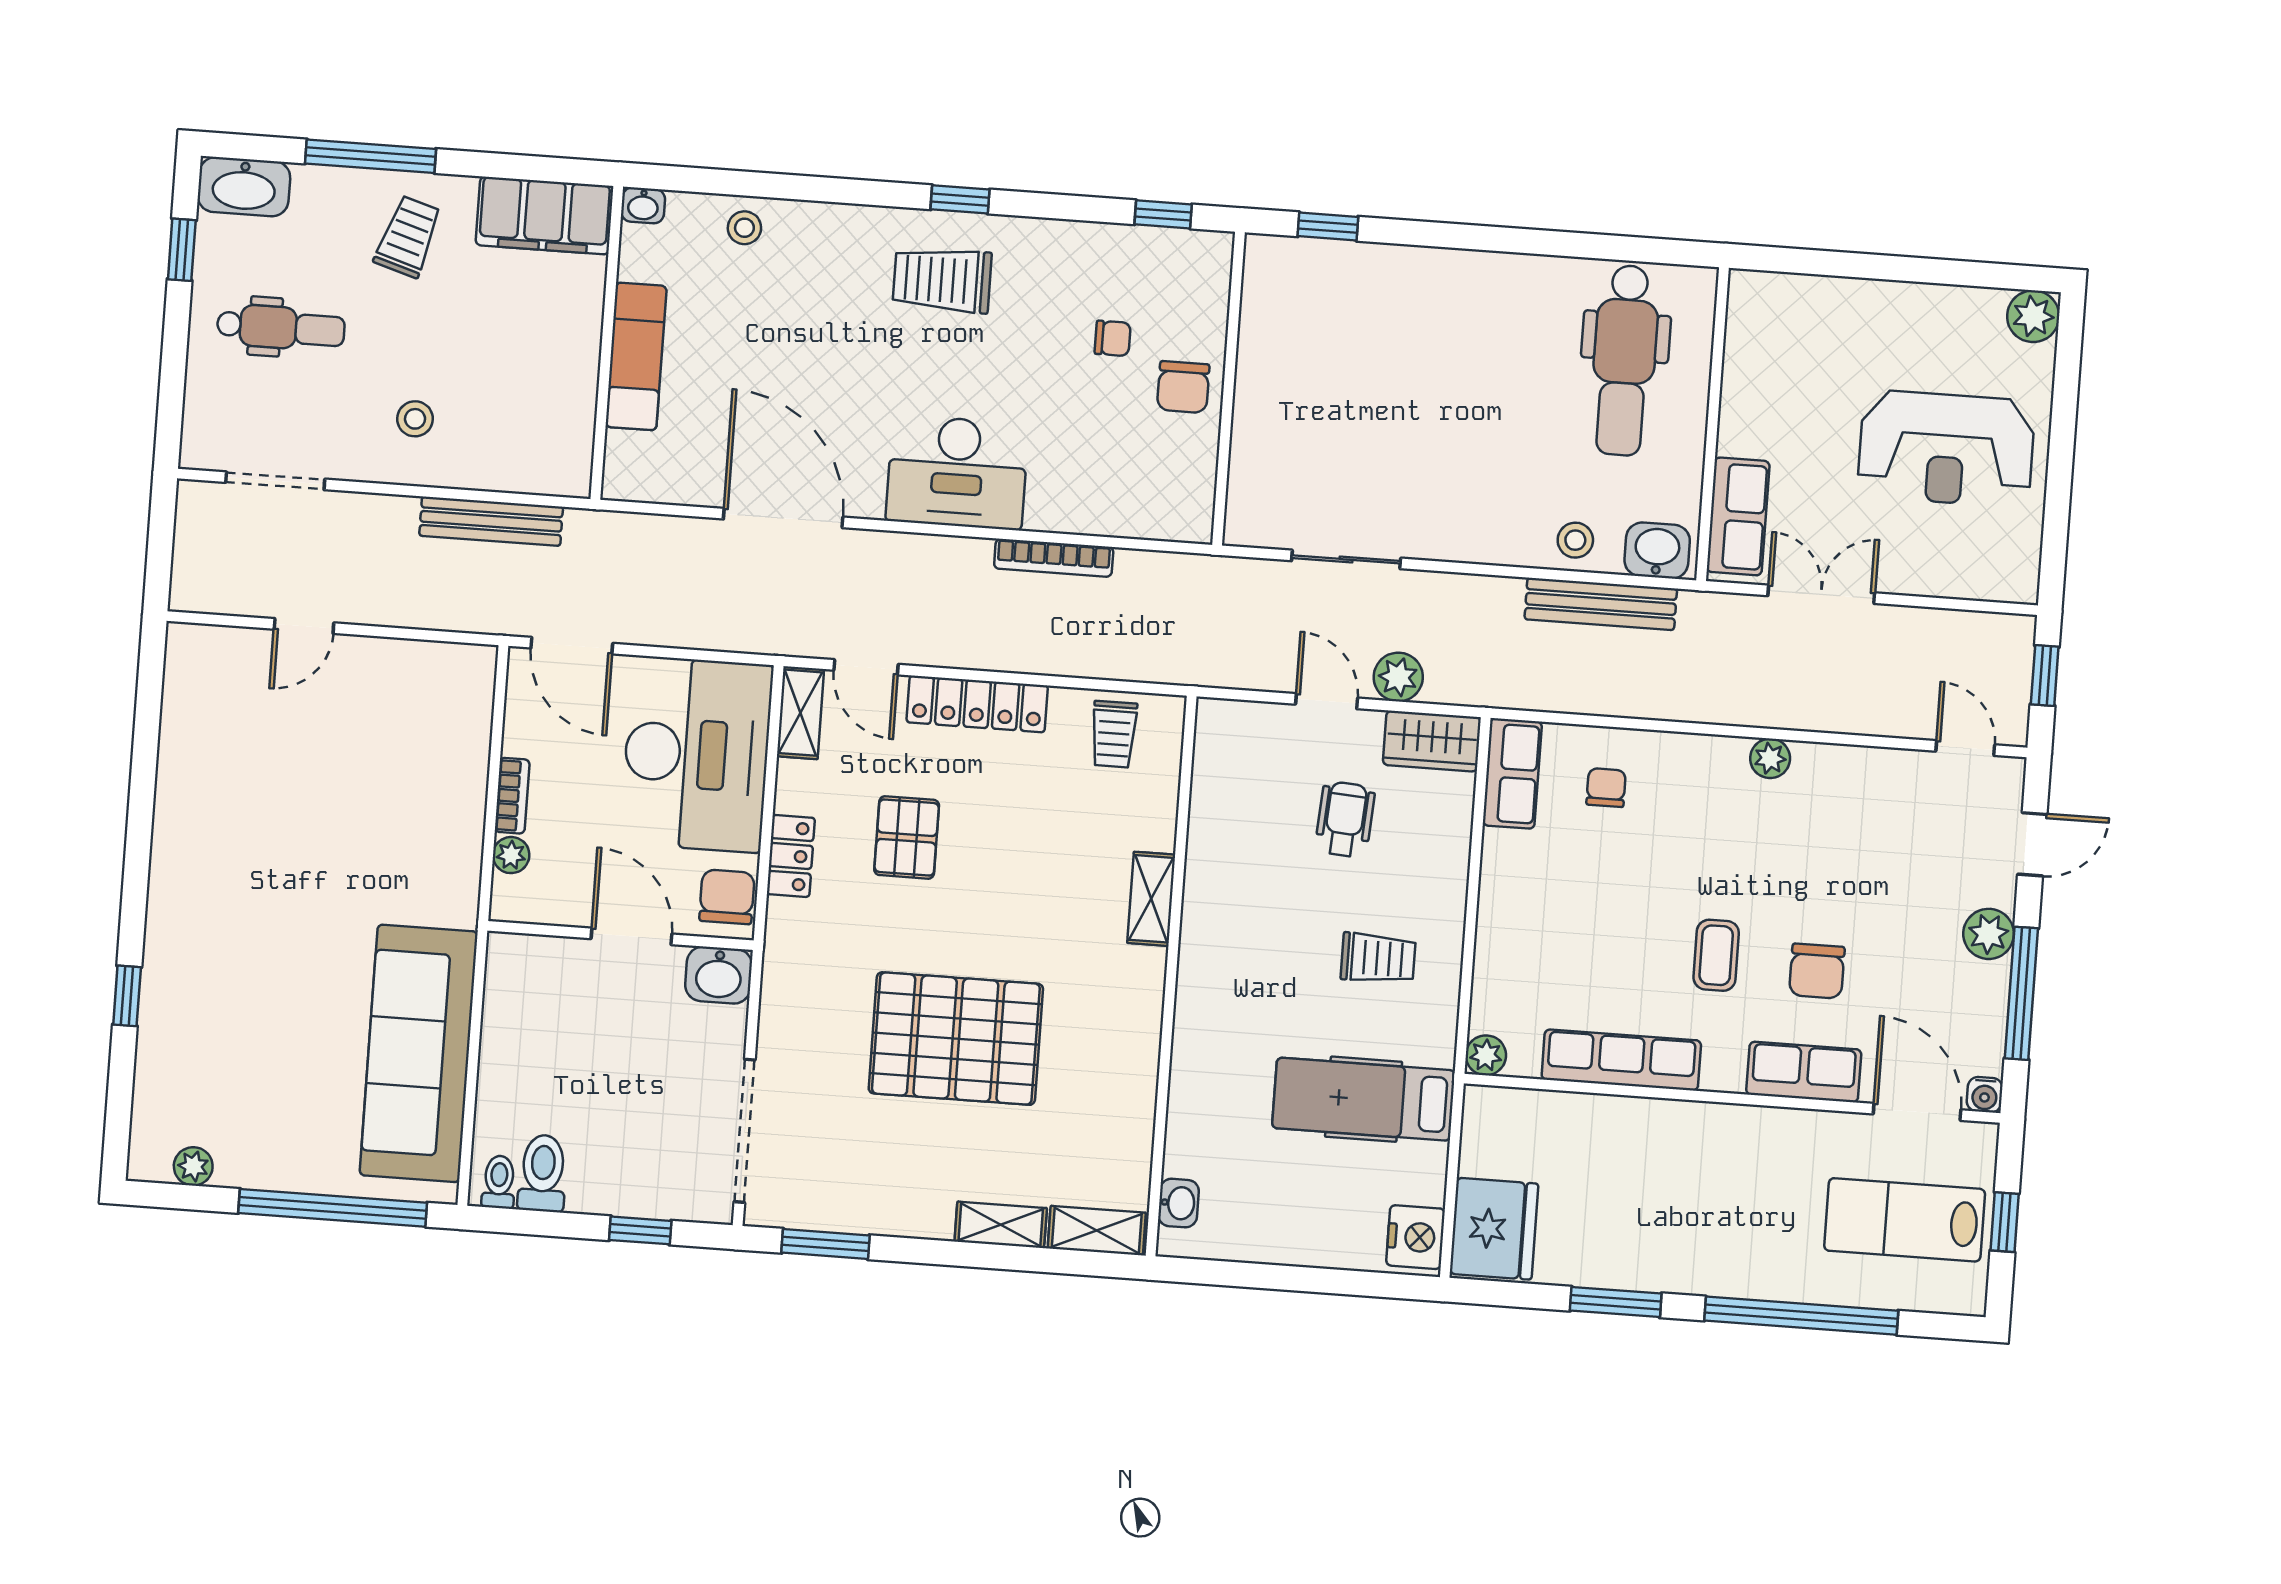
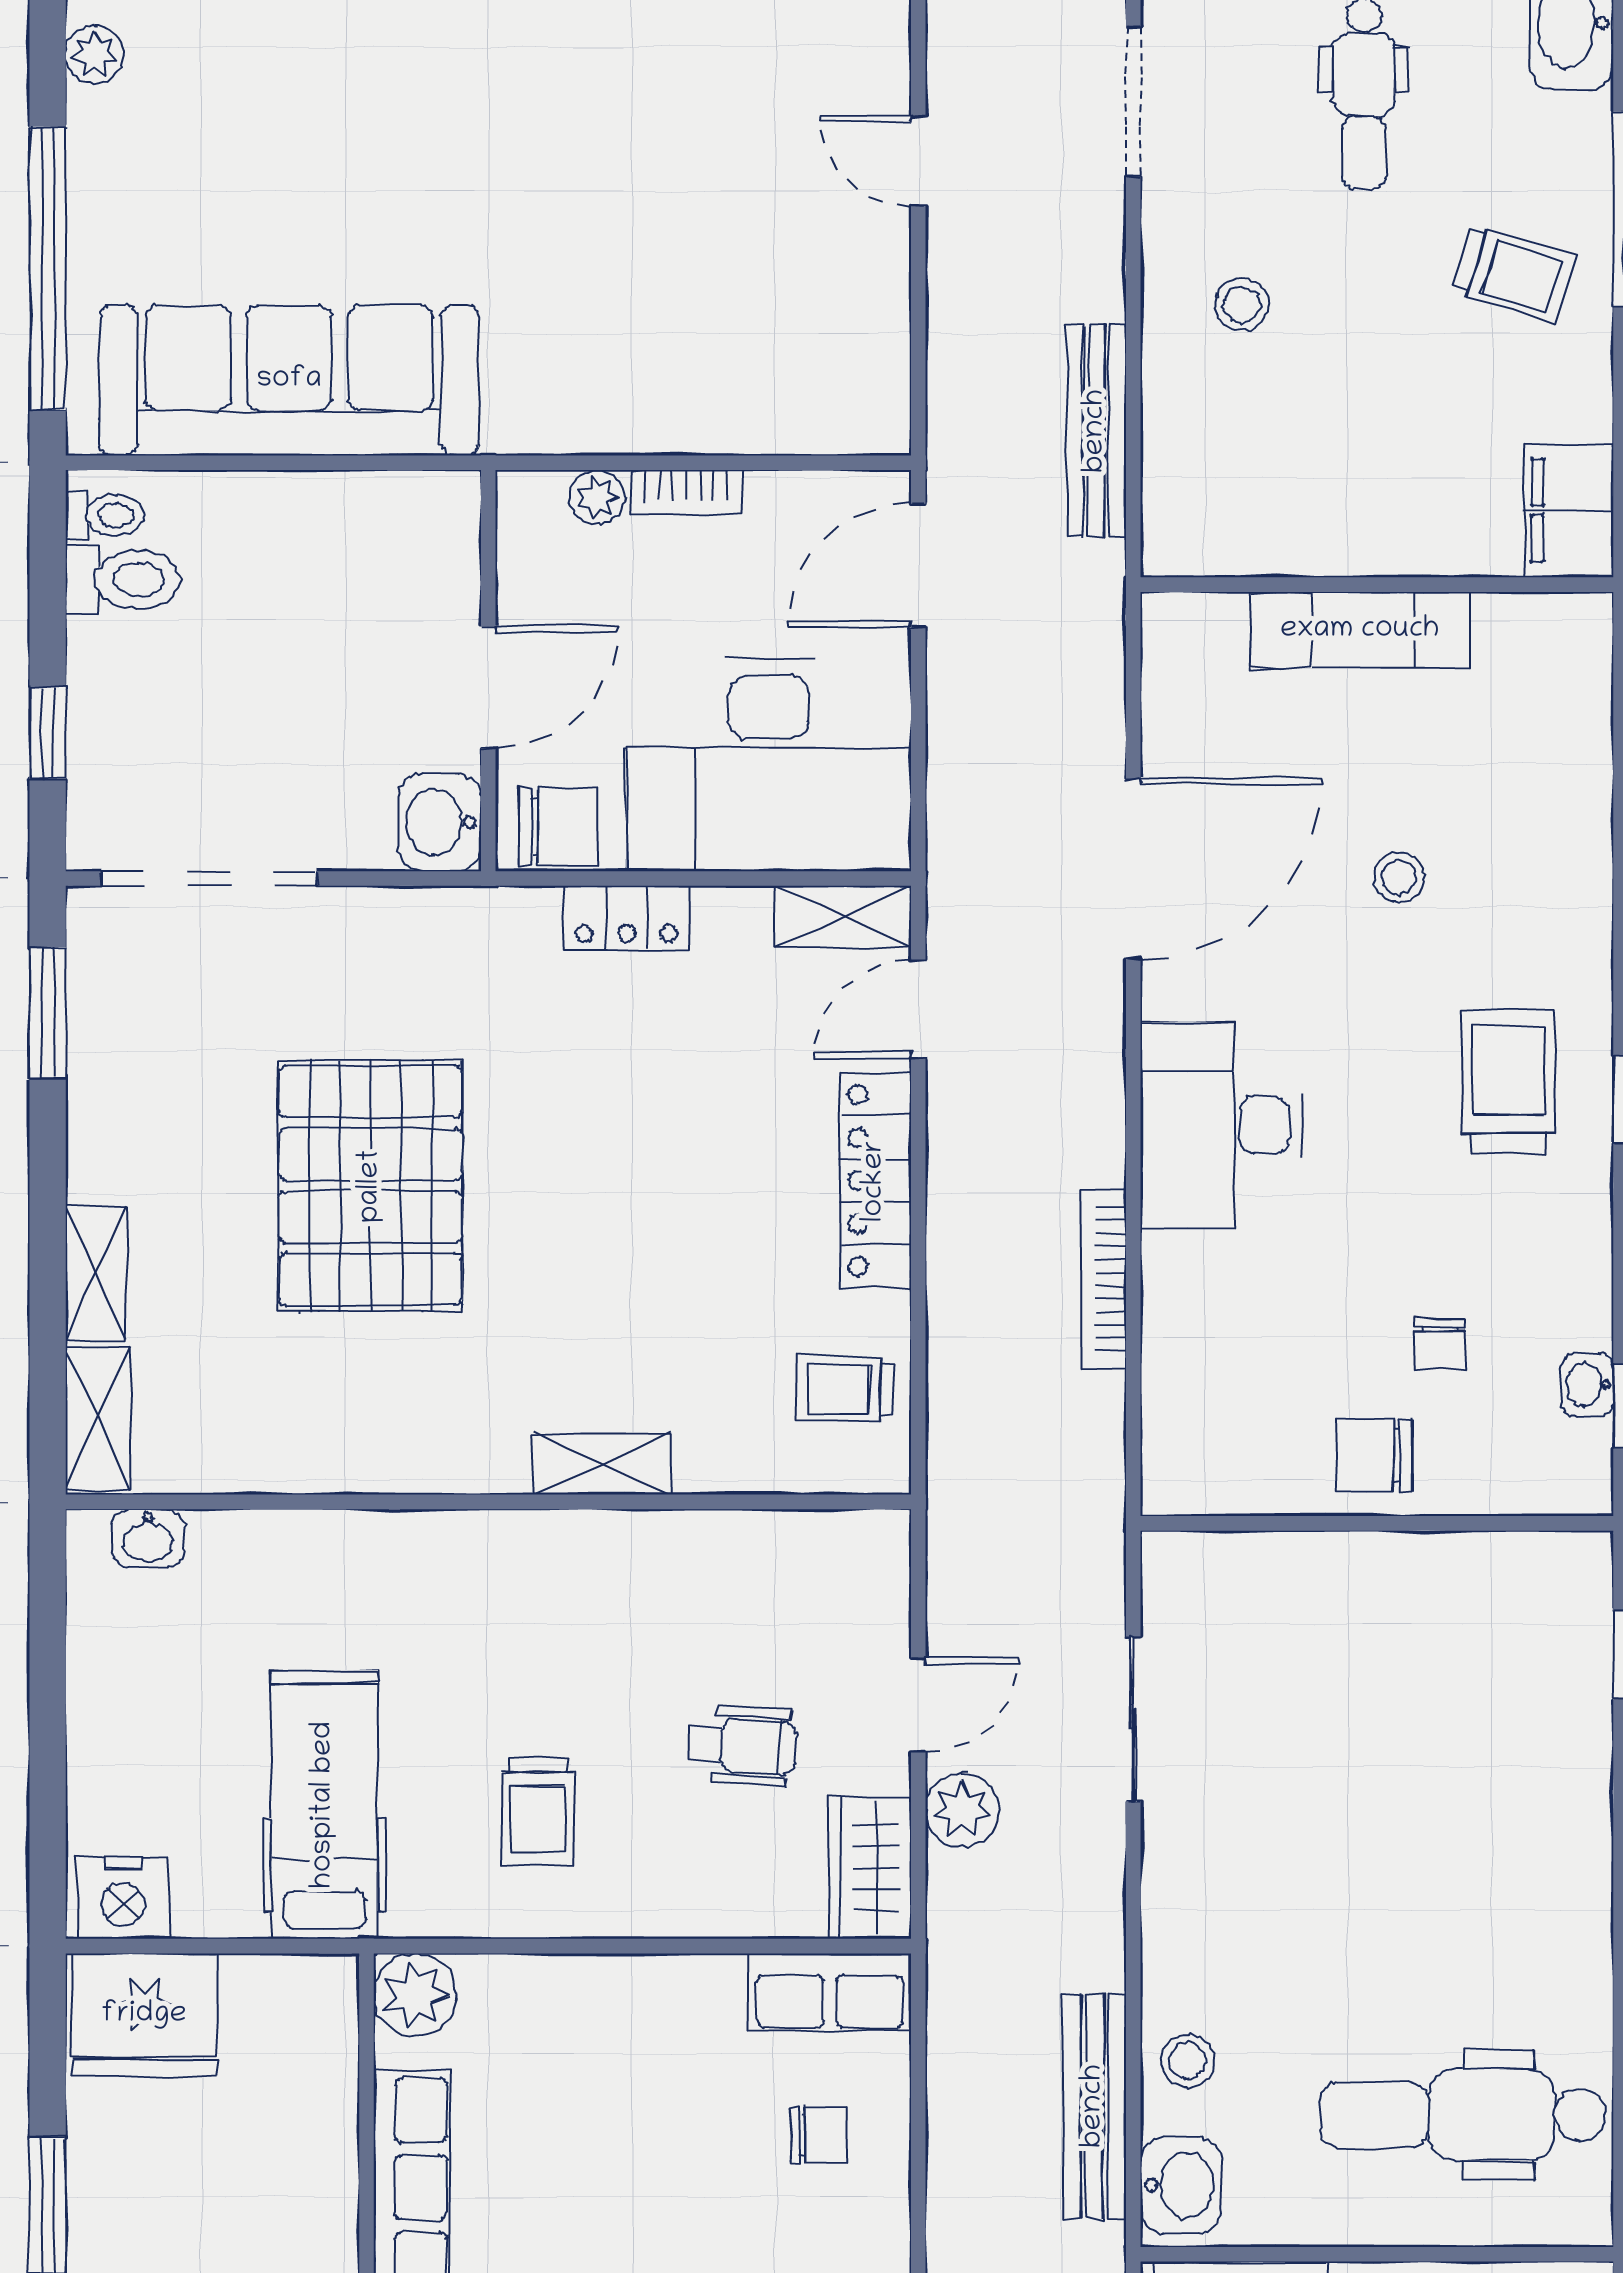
washbasin: (643, 205) -> (1587, 1385), moved
filing cabinet: (545, 216) -> (1569, 511), width x0.67, depth x0.86
stool: (744, 228) -> (1399, 878), moved
pallet: (907, 837) -> (667, 1090), removed
plant: (1486, 1055) -> (415, 1995), width x1.38, depth x1.38

